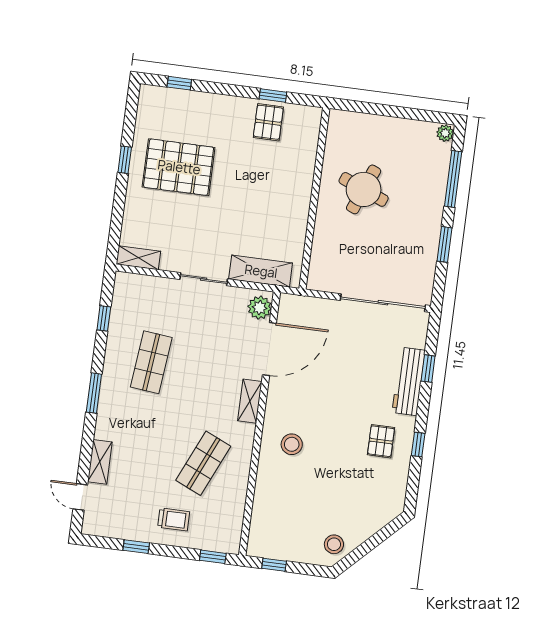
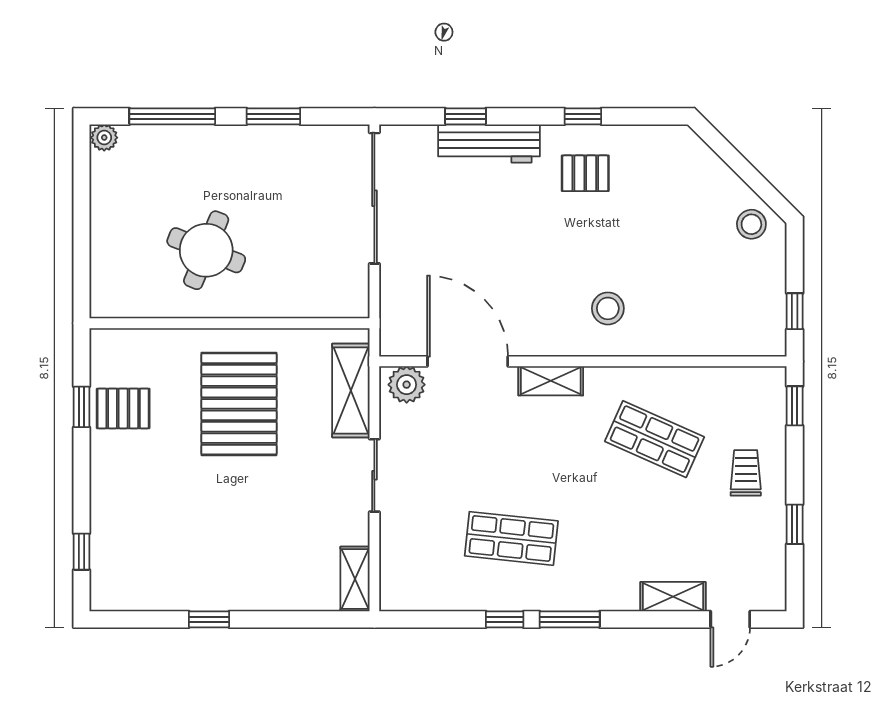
pallet: (179, 167) -> (239, 404), moved
window: (104, 318) -> (505, 619), moved

